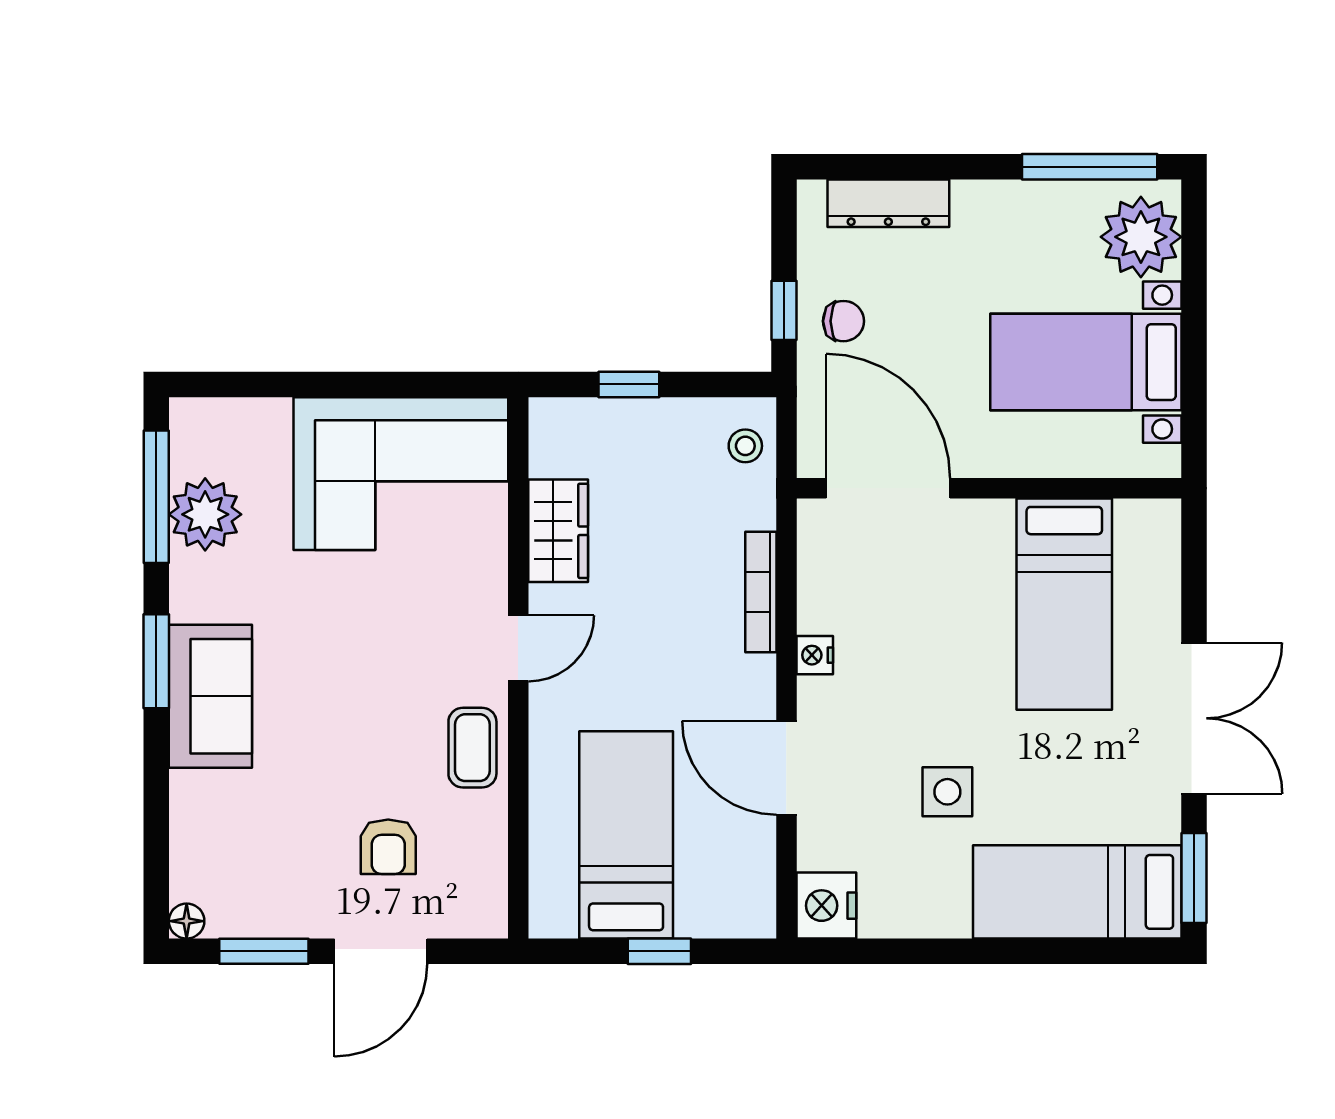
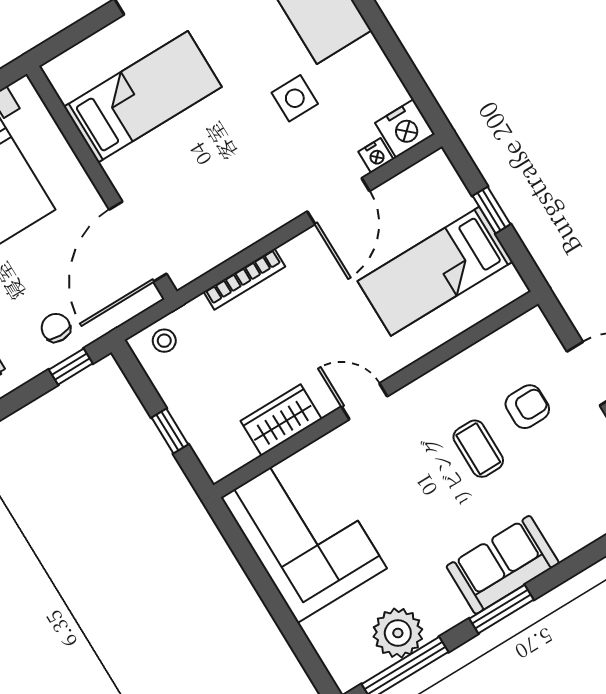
nightstand: (815, 655) -> (376, 156), moved
coffee table: (472, 748) -> (478, 449), moved, turned 90

